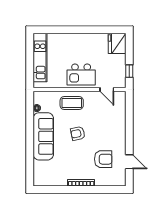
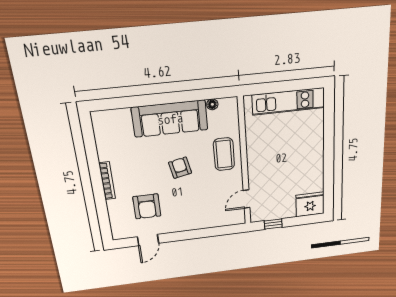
kitchen island: (81, 75) -> (266, 162), removed

